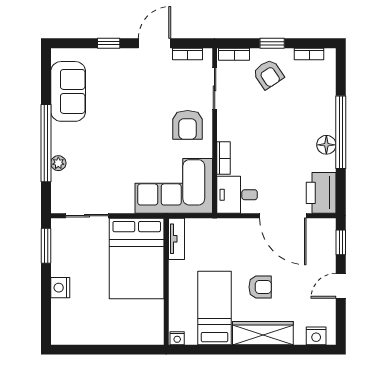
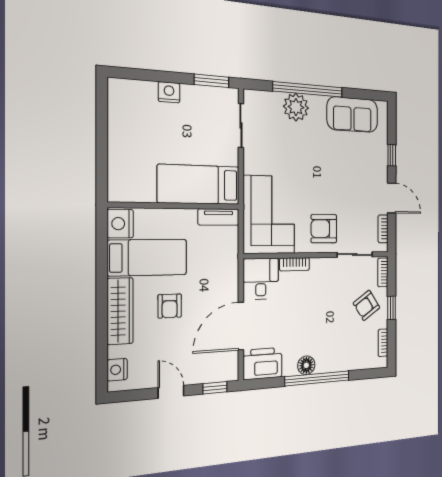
plant: (58, 163) -> (296, 107), width x1.88, depth x1.88
bed: (137, 259) -> (199, 185), width x0.67
nightstand: (177, 338) -> (120, 224), width x1.89, depth x1.79

